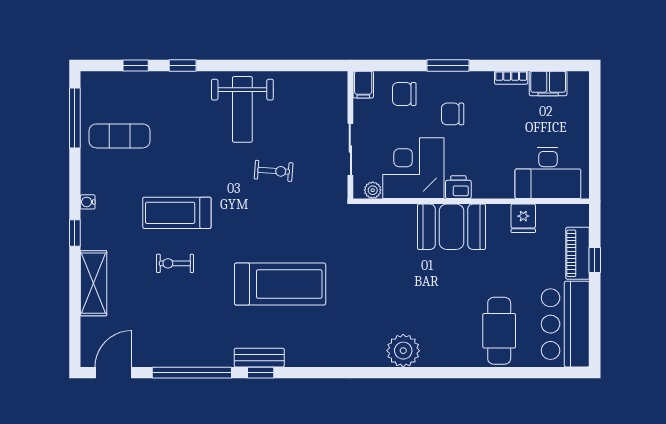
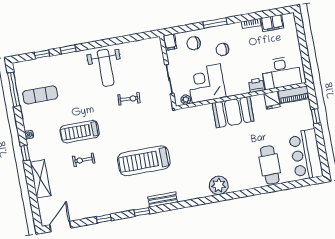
printer: (458, 187) -> (256, 85), moved
piano: (578, 253) -> (294, 95), moved, turned -90
treadmill: (280, 284) -> (144, 161), turned 180
bench: (259, 358) -> (163, 199), moved
window: (192, 373) -> (104, 219), width x0.32

